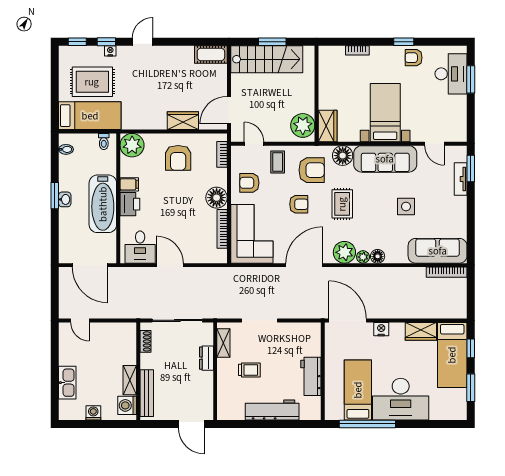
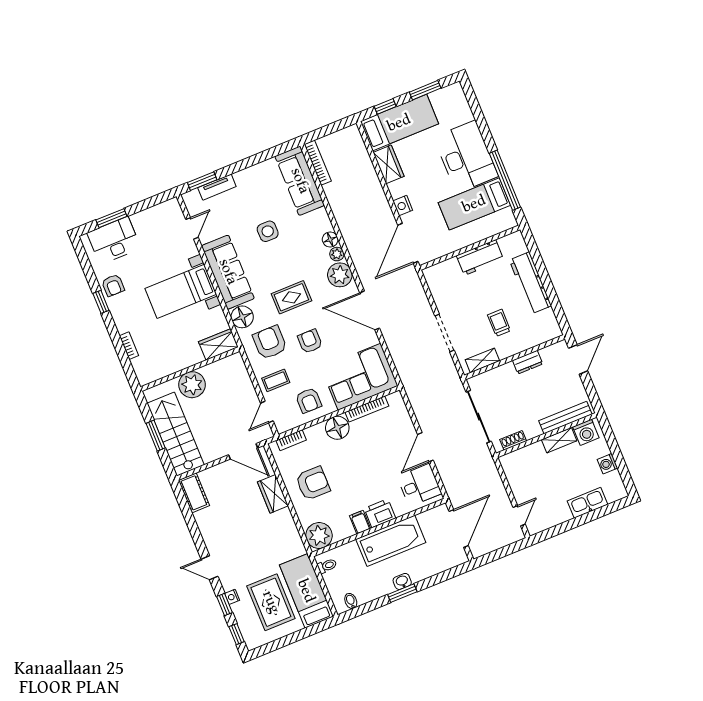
plant: (303, 125) -> (192, 385), moved
dresser: (206, 358) -> (528, 362), moved

